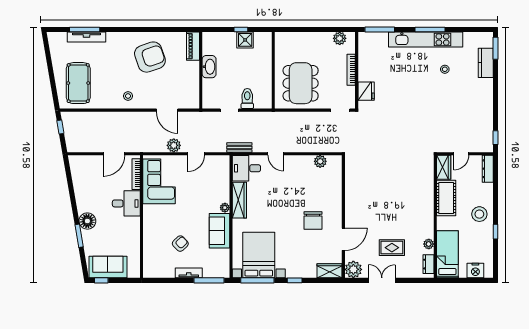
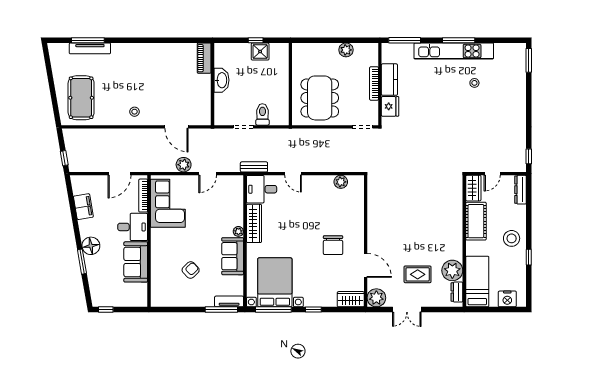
plant: (340, 38) -> (346, 50), moved
armchair: (150, 57) -> (158, 70), removed
kitchen counter: (486, 63) -> (389, 80), moved, turned 180
window: (60, 127) -> (64, 158), moved
filing cabinet: (80, 185) -> (83, 207), added
door: (343, 239) -> (366, 265), hinge flipped
plant: (429, 244) -> (452, 270), width x1.87, depth x1.87
sofa: (108, 267) -> (136, 262), moved, turned -90
tv unit: (189, 273) -> (229, 301), moved
double door: (382, 280) -> (407, 310), swing flipped

